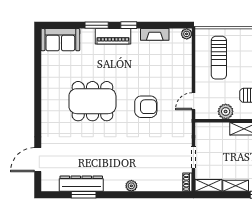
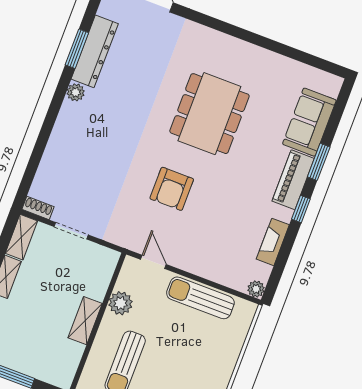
sofa: (60, 40) -> (309, 122), moved
sun lounger: (219, 58) -> (200, 298), moved
plant: (131, 186) -> (76, 92), moved

